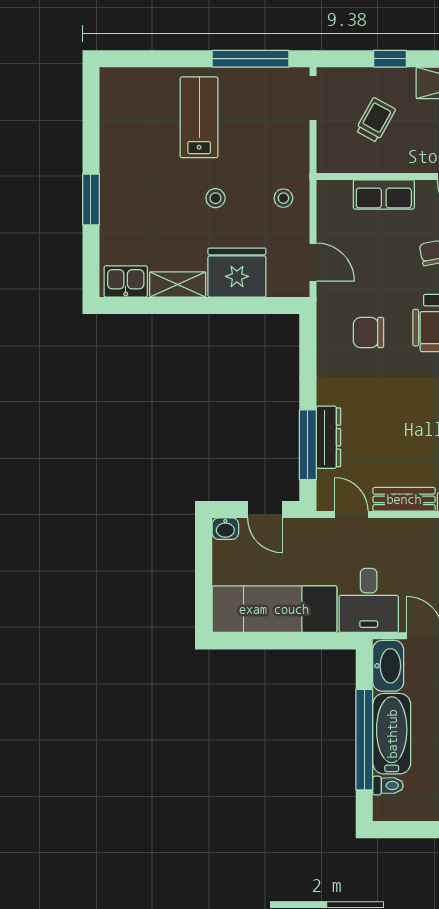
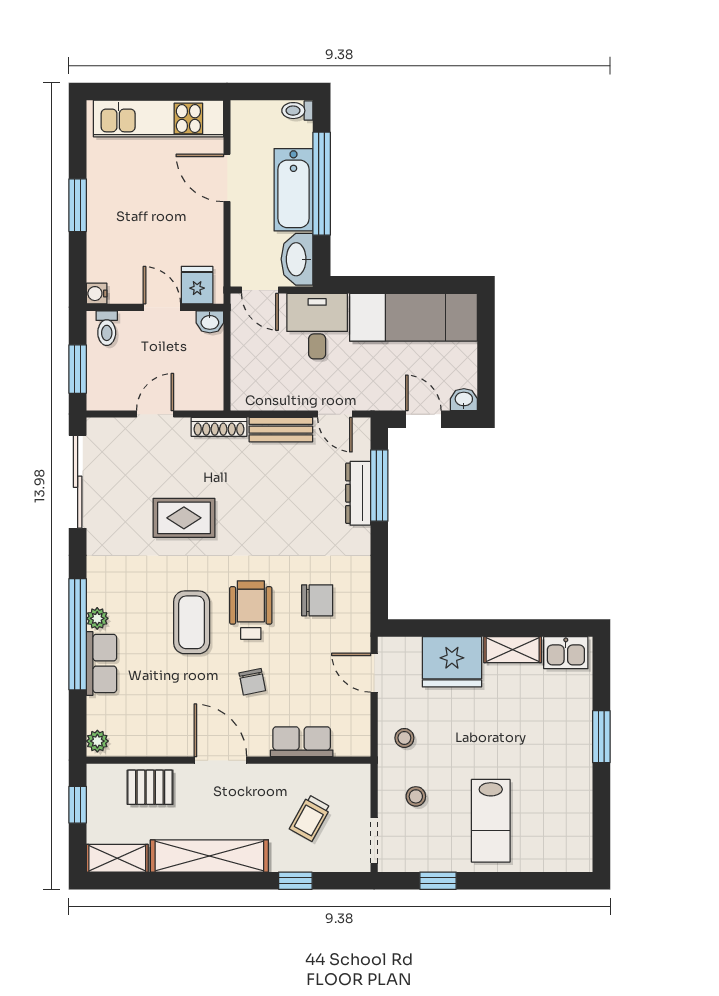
window: (251, 59) -> (438, 881), width x0.46
stool: (215, 198) -> (416, 796), moved
toilet: (388, 786) -> (297, 111), moved

